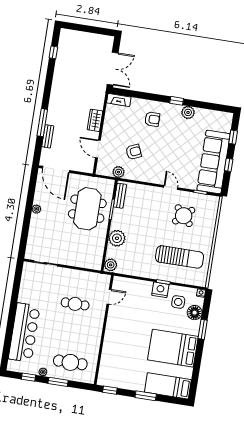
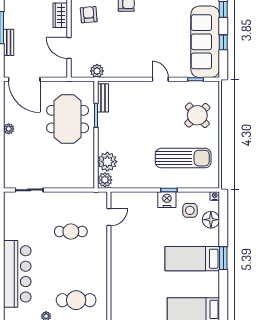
armchair: (134, 152) -> (89, 15), moved, turned -71
round table: (184, 216) -> (197, 115), moved
plant: (117, 238) -> (107, 162), moved
window: (203, 329) -> (223, 258), moved
bed: (173, 348) -> (192, 259), width x0.67

